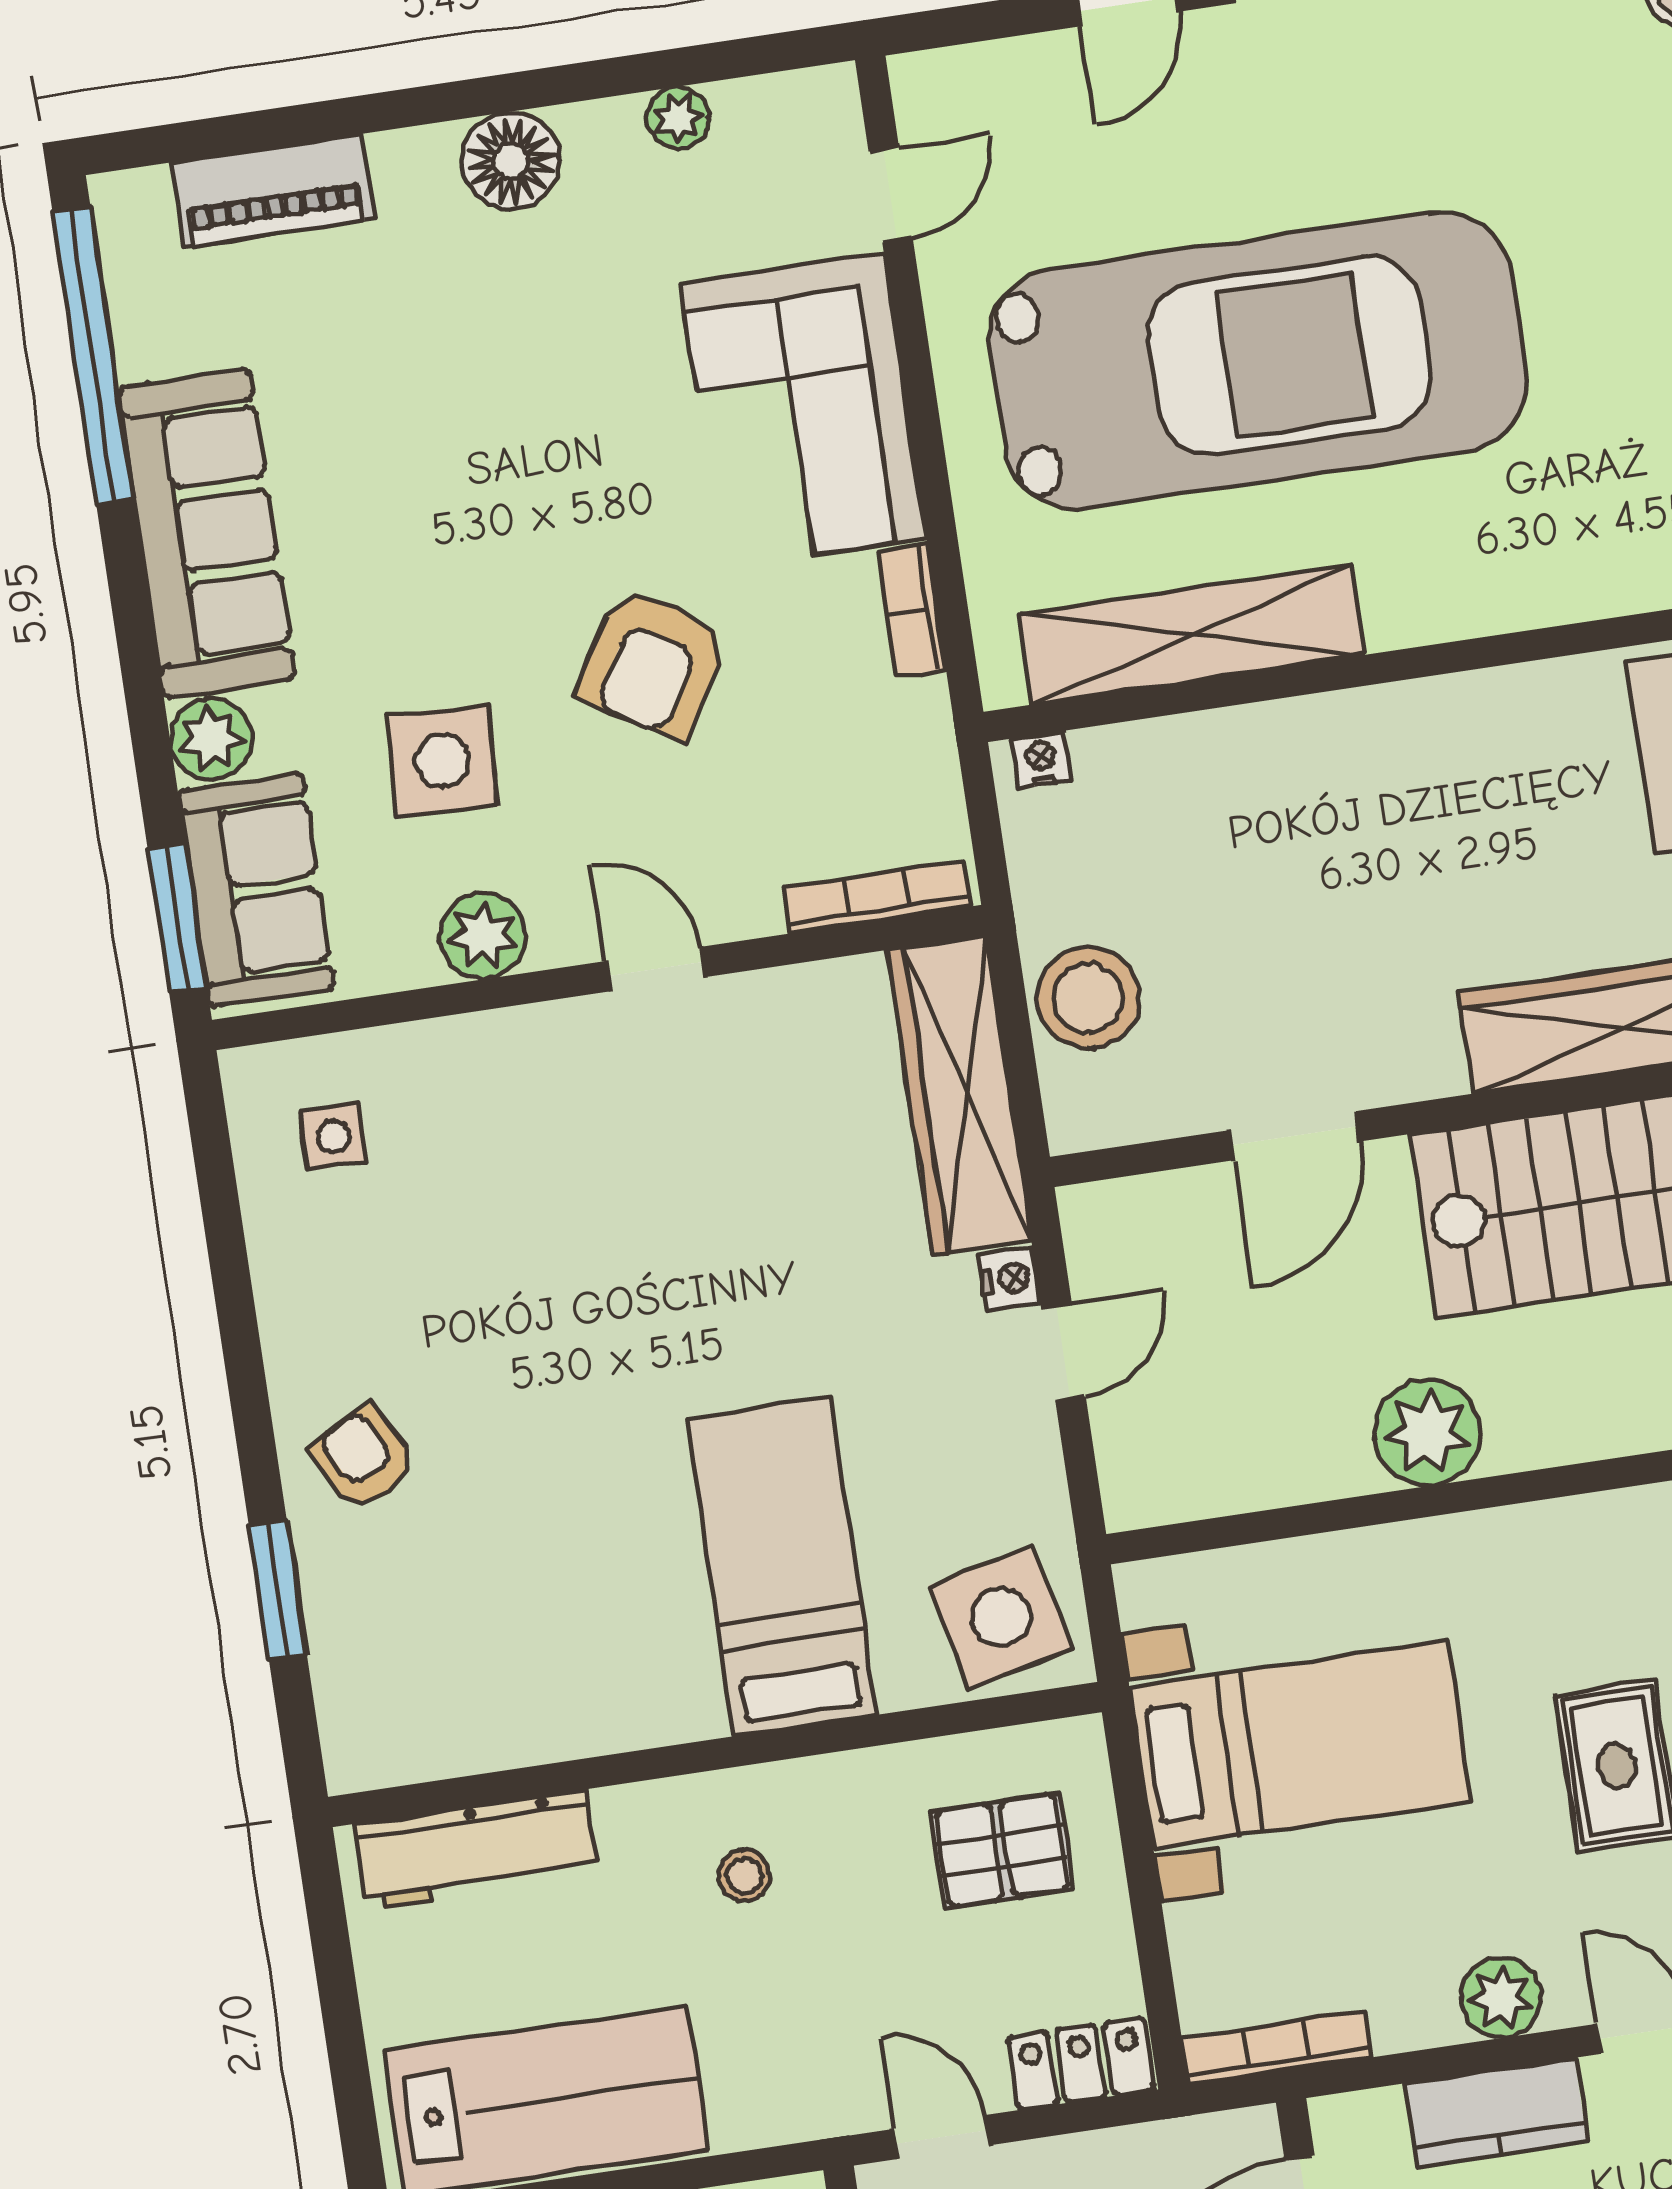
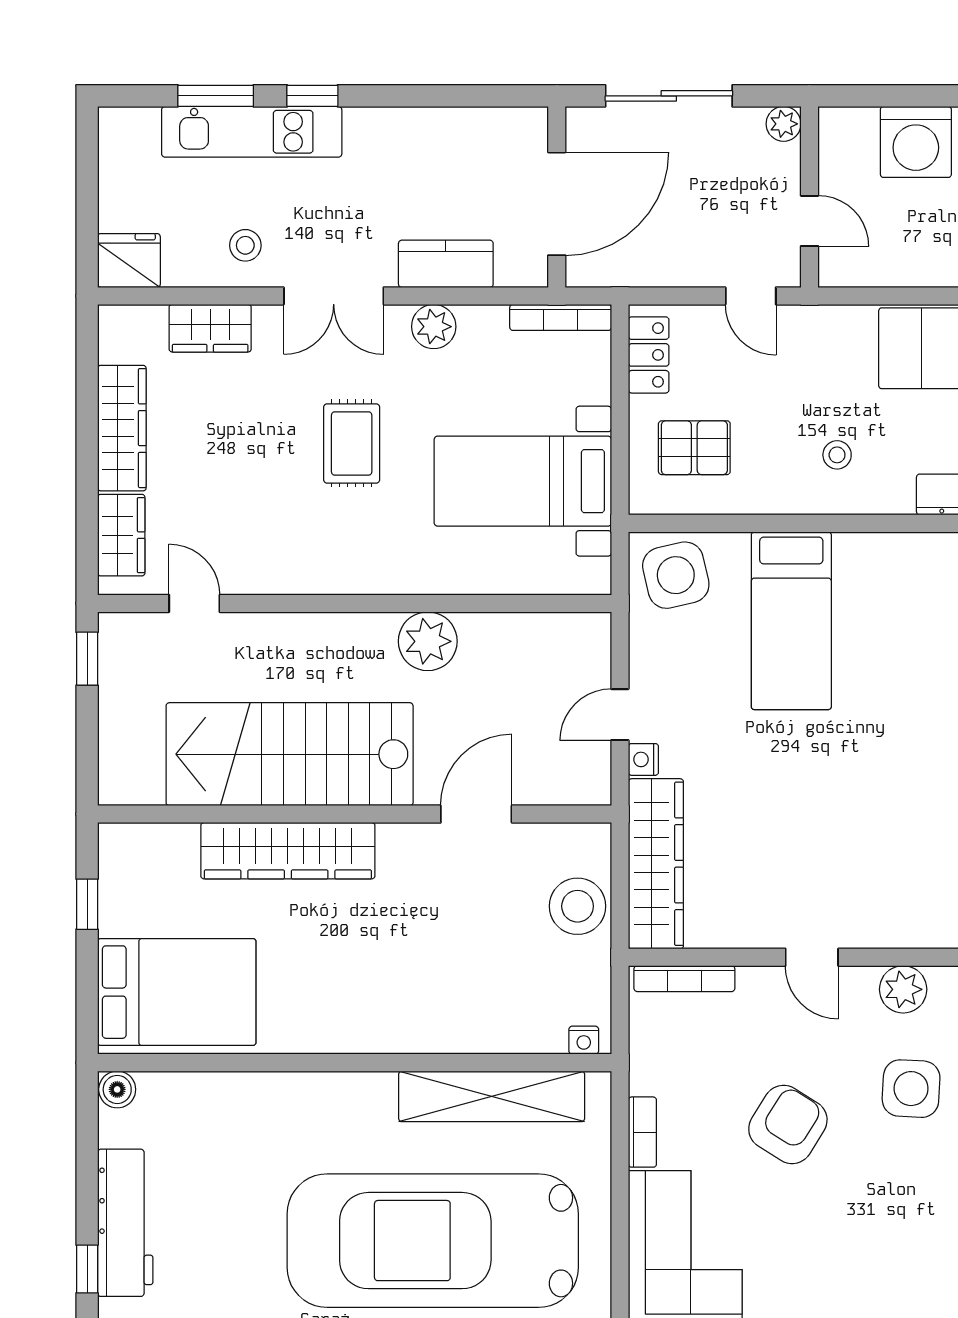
locker: (1081, 2064) -> (649, 355), moved, turned -90

